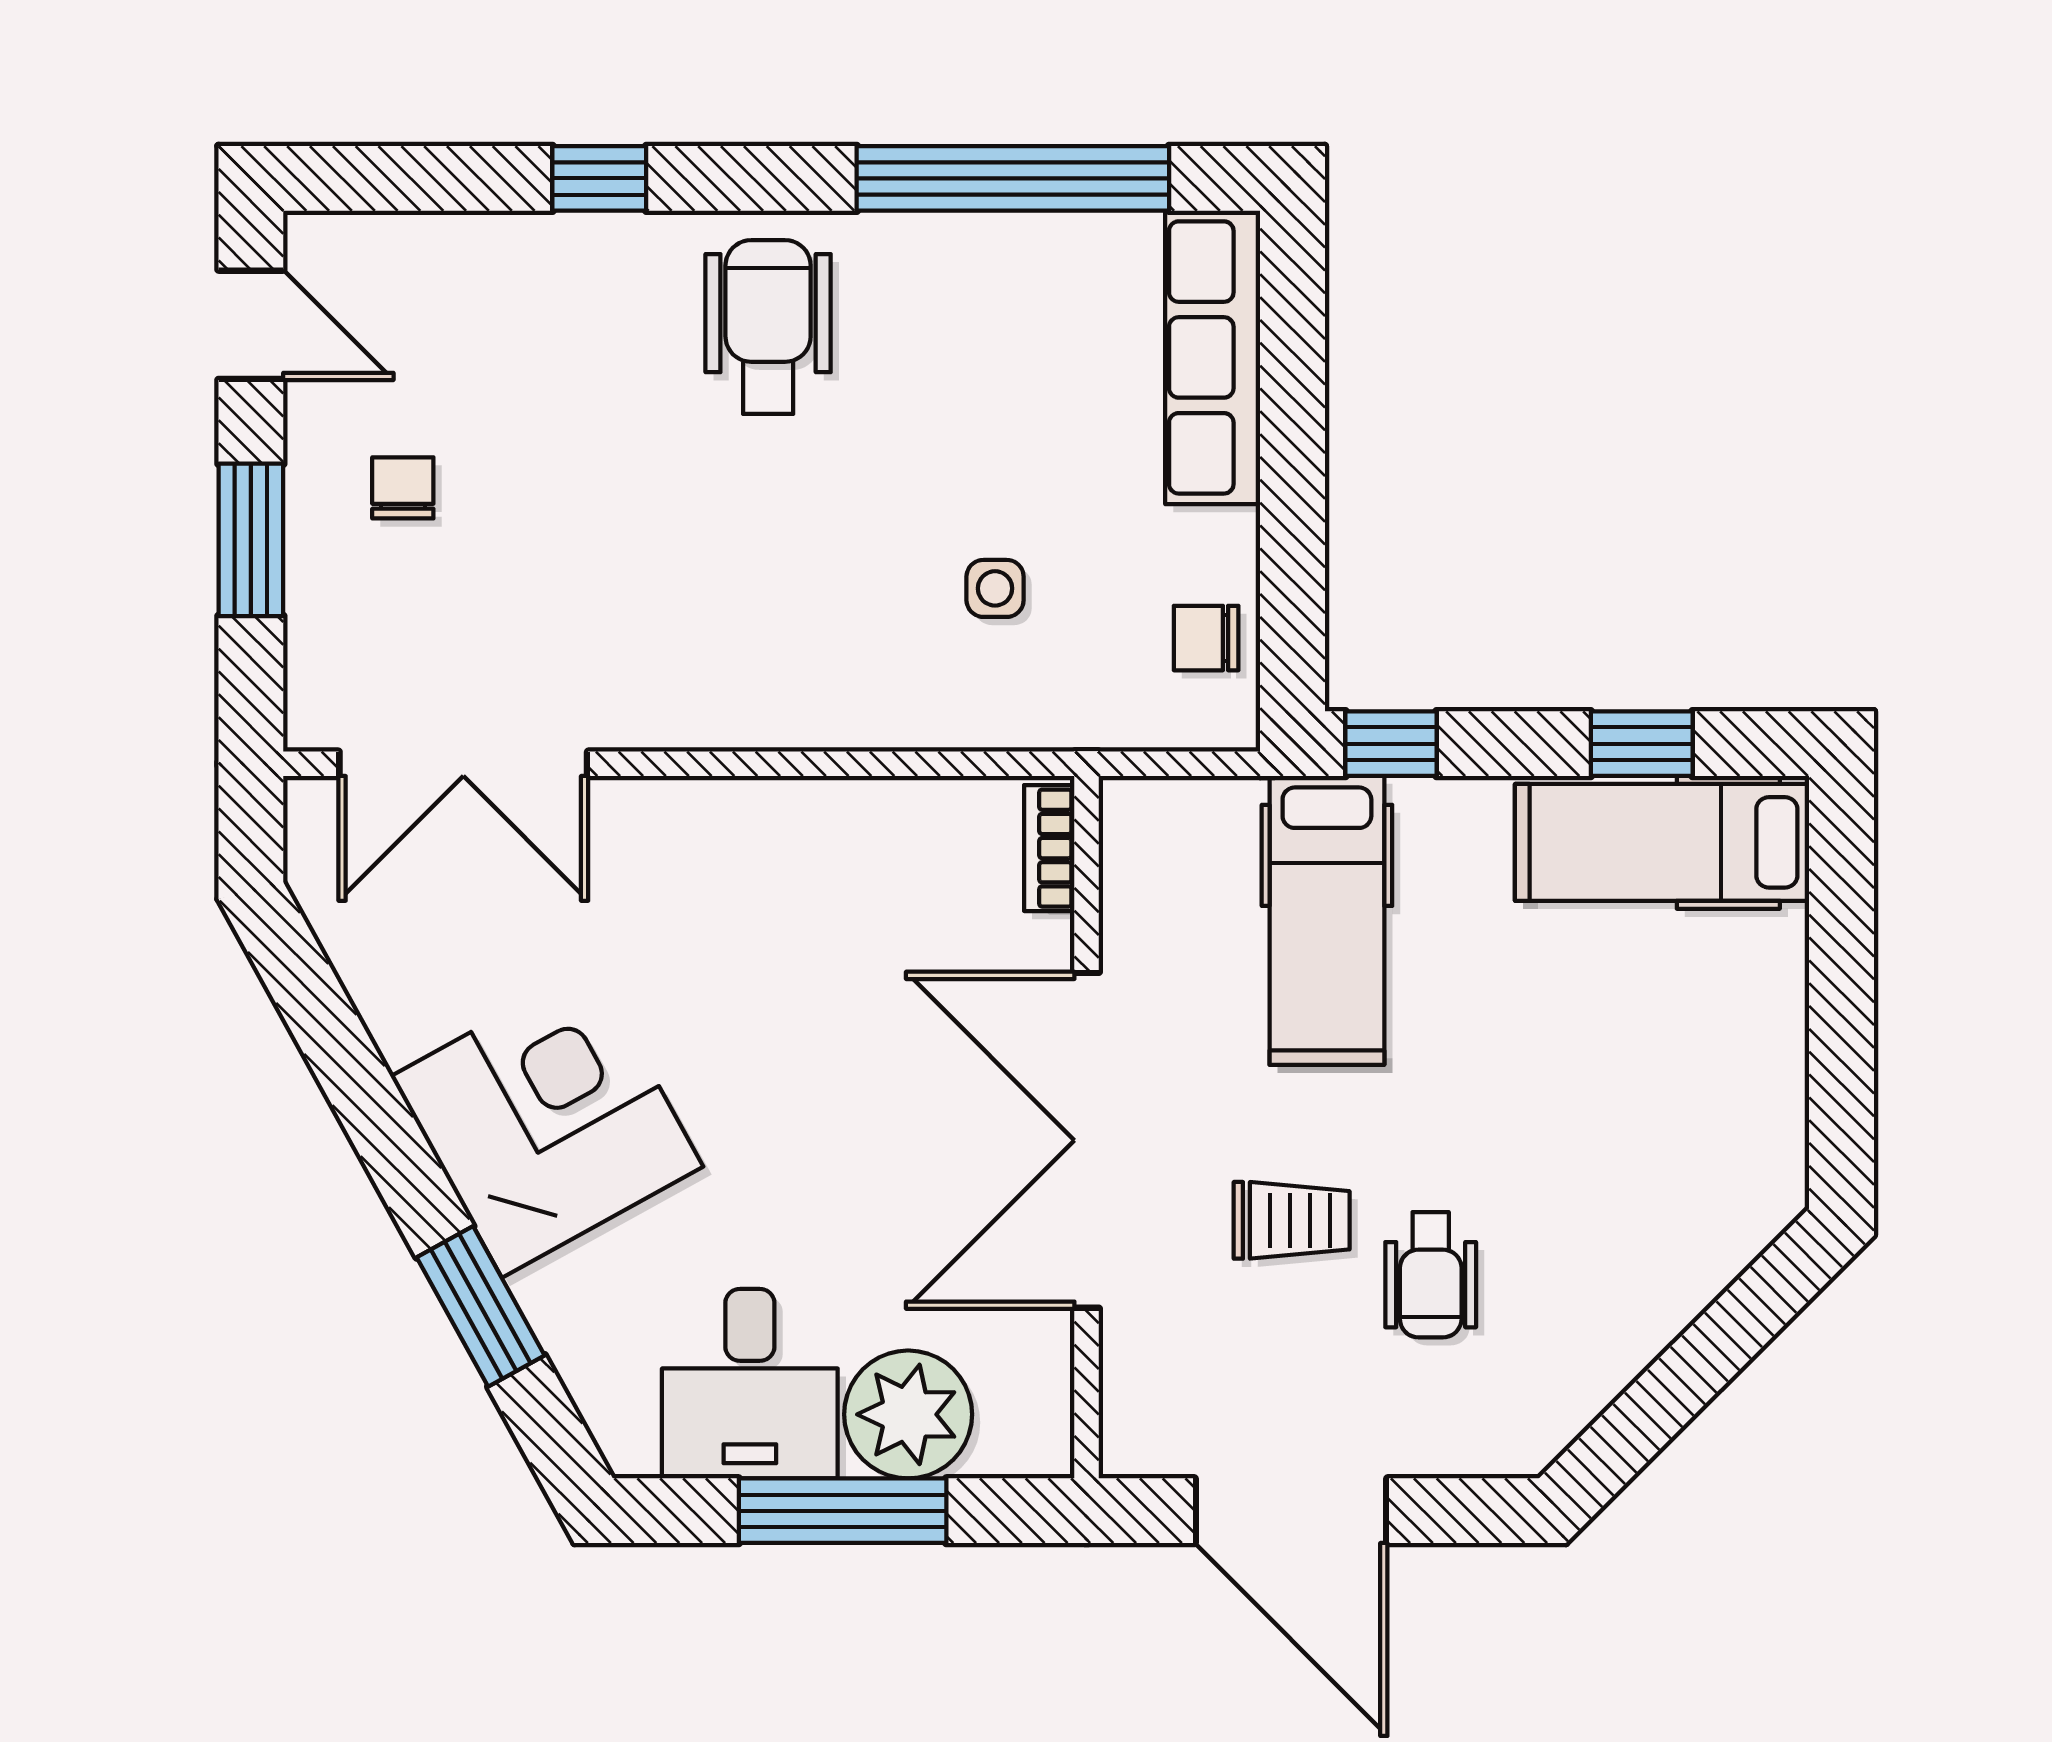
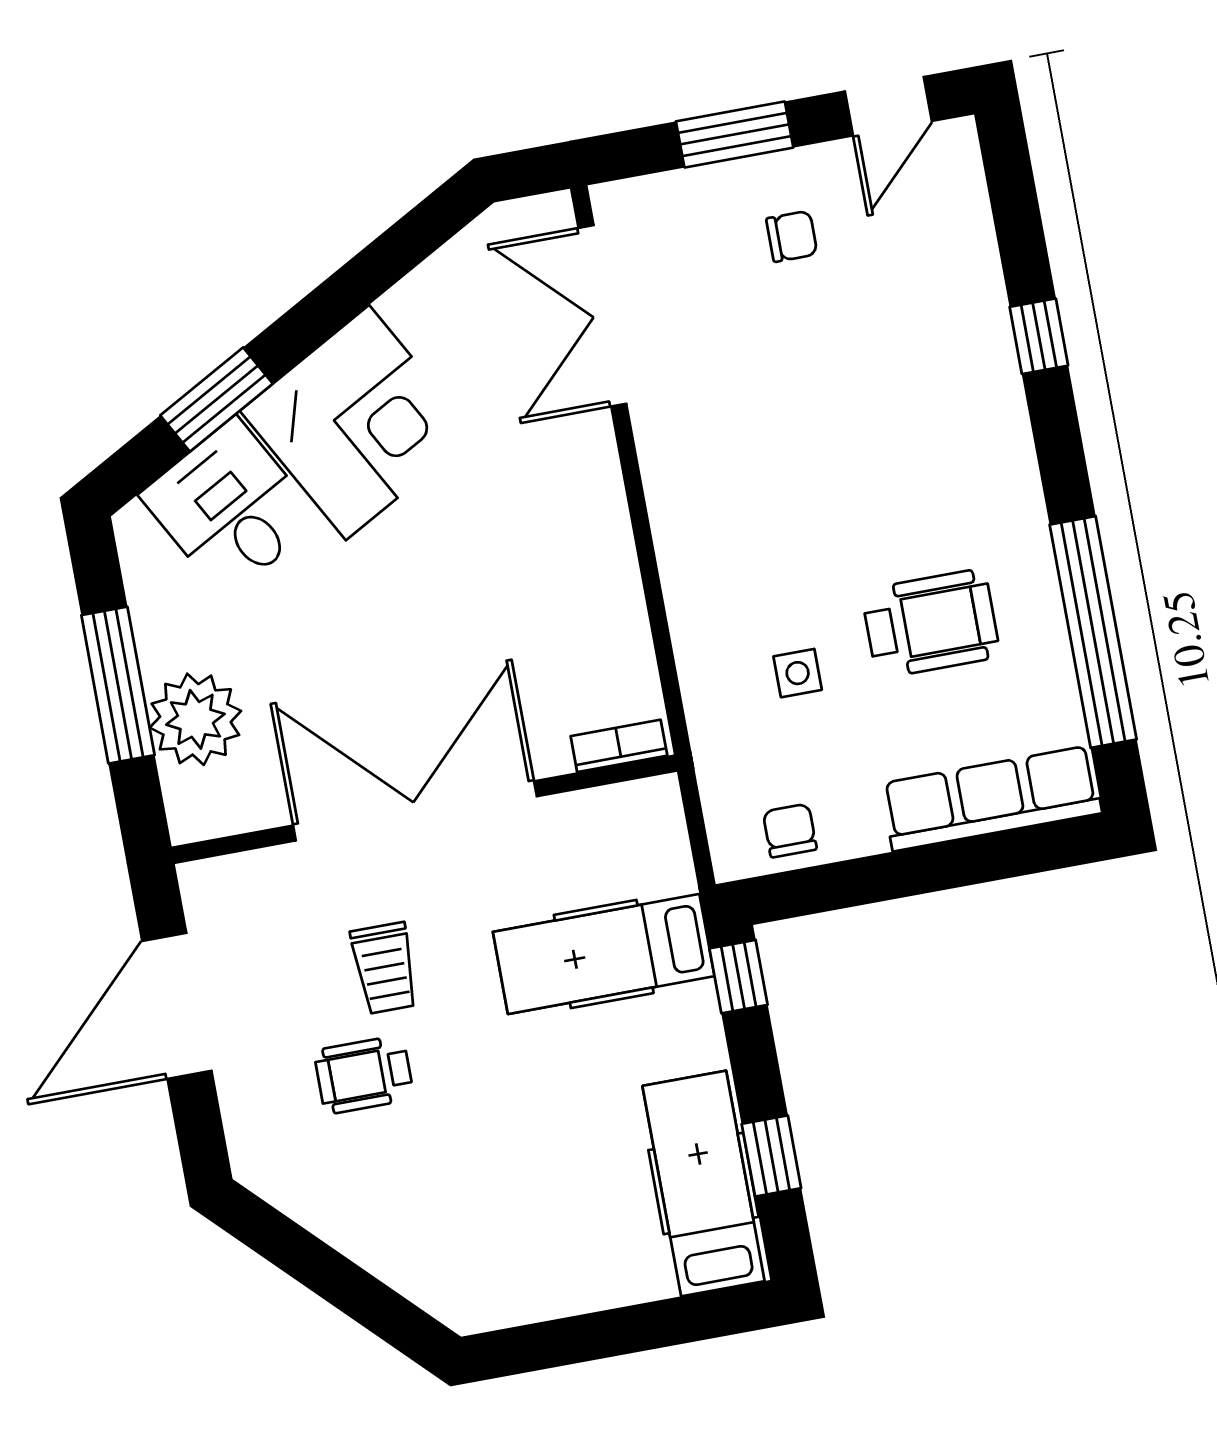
wheelchair: (768, 327) -> (931, 624), moved
desk: (750, 1384) -> (230, 508), moved, turned 61

